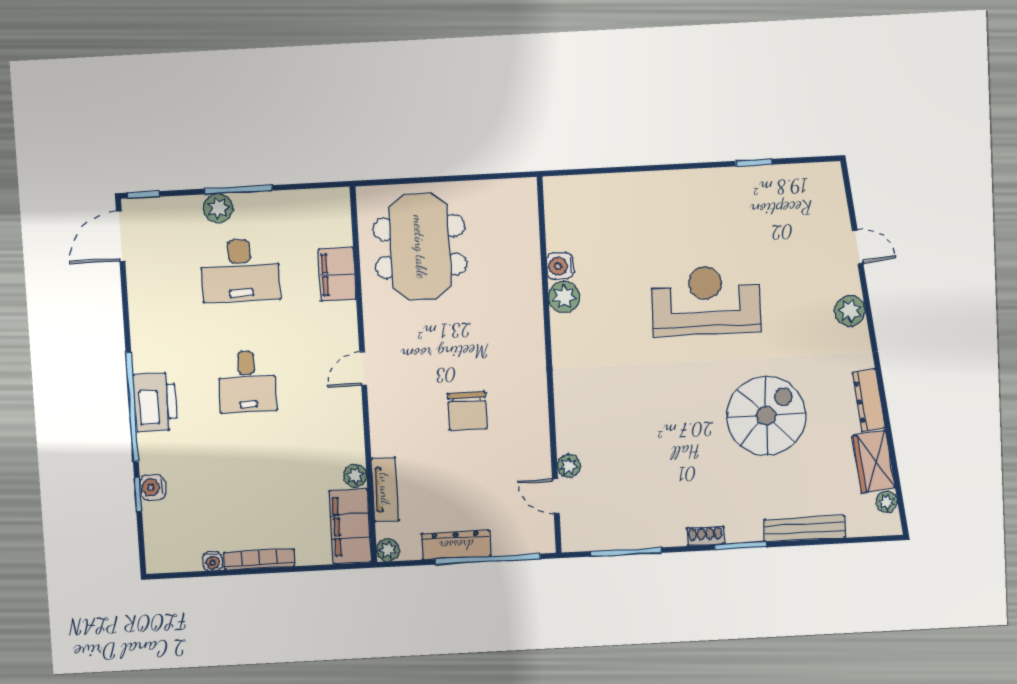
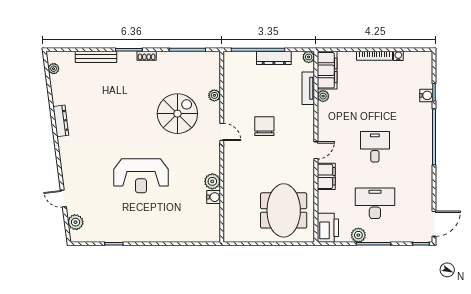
plant: (218, 208) -> (358, 235), moved
filing cabinet: (337, 274) -> (326, 176), moved
plant: (850, 311) -> (76, 222), moved
printer: (155, 402) -> (328, 228), moved, turned 180
spiral stairs: (766, 416) -> (177, 114), moved, turned 180
wardrobe: (874, 462) -> (59, 89), removed
door: (556, 496) -> (222, 132), moved

